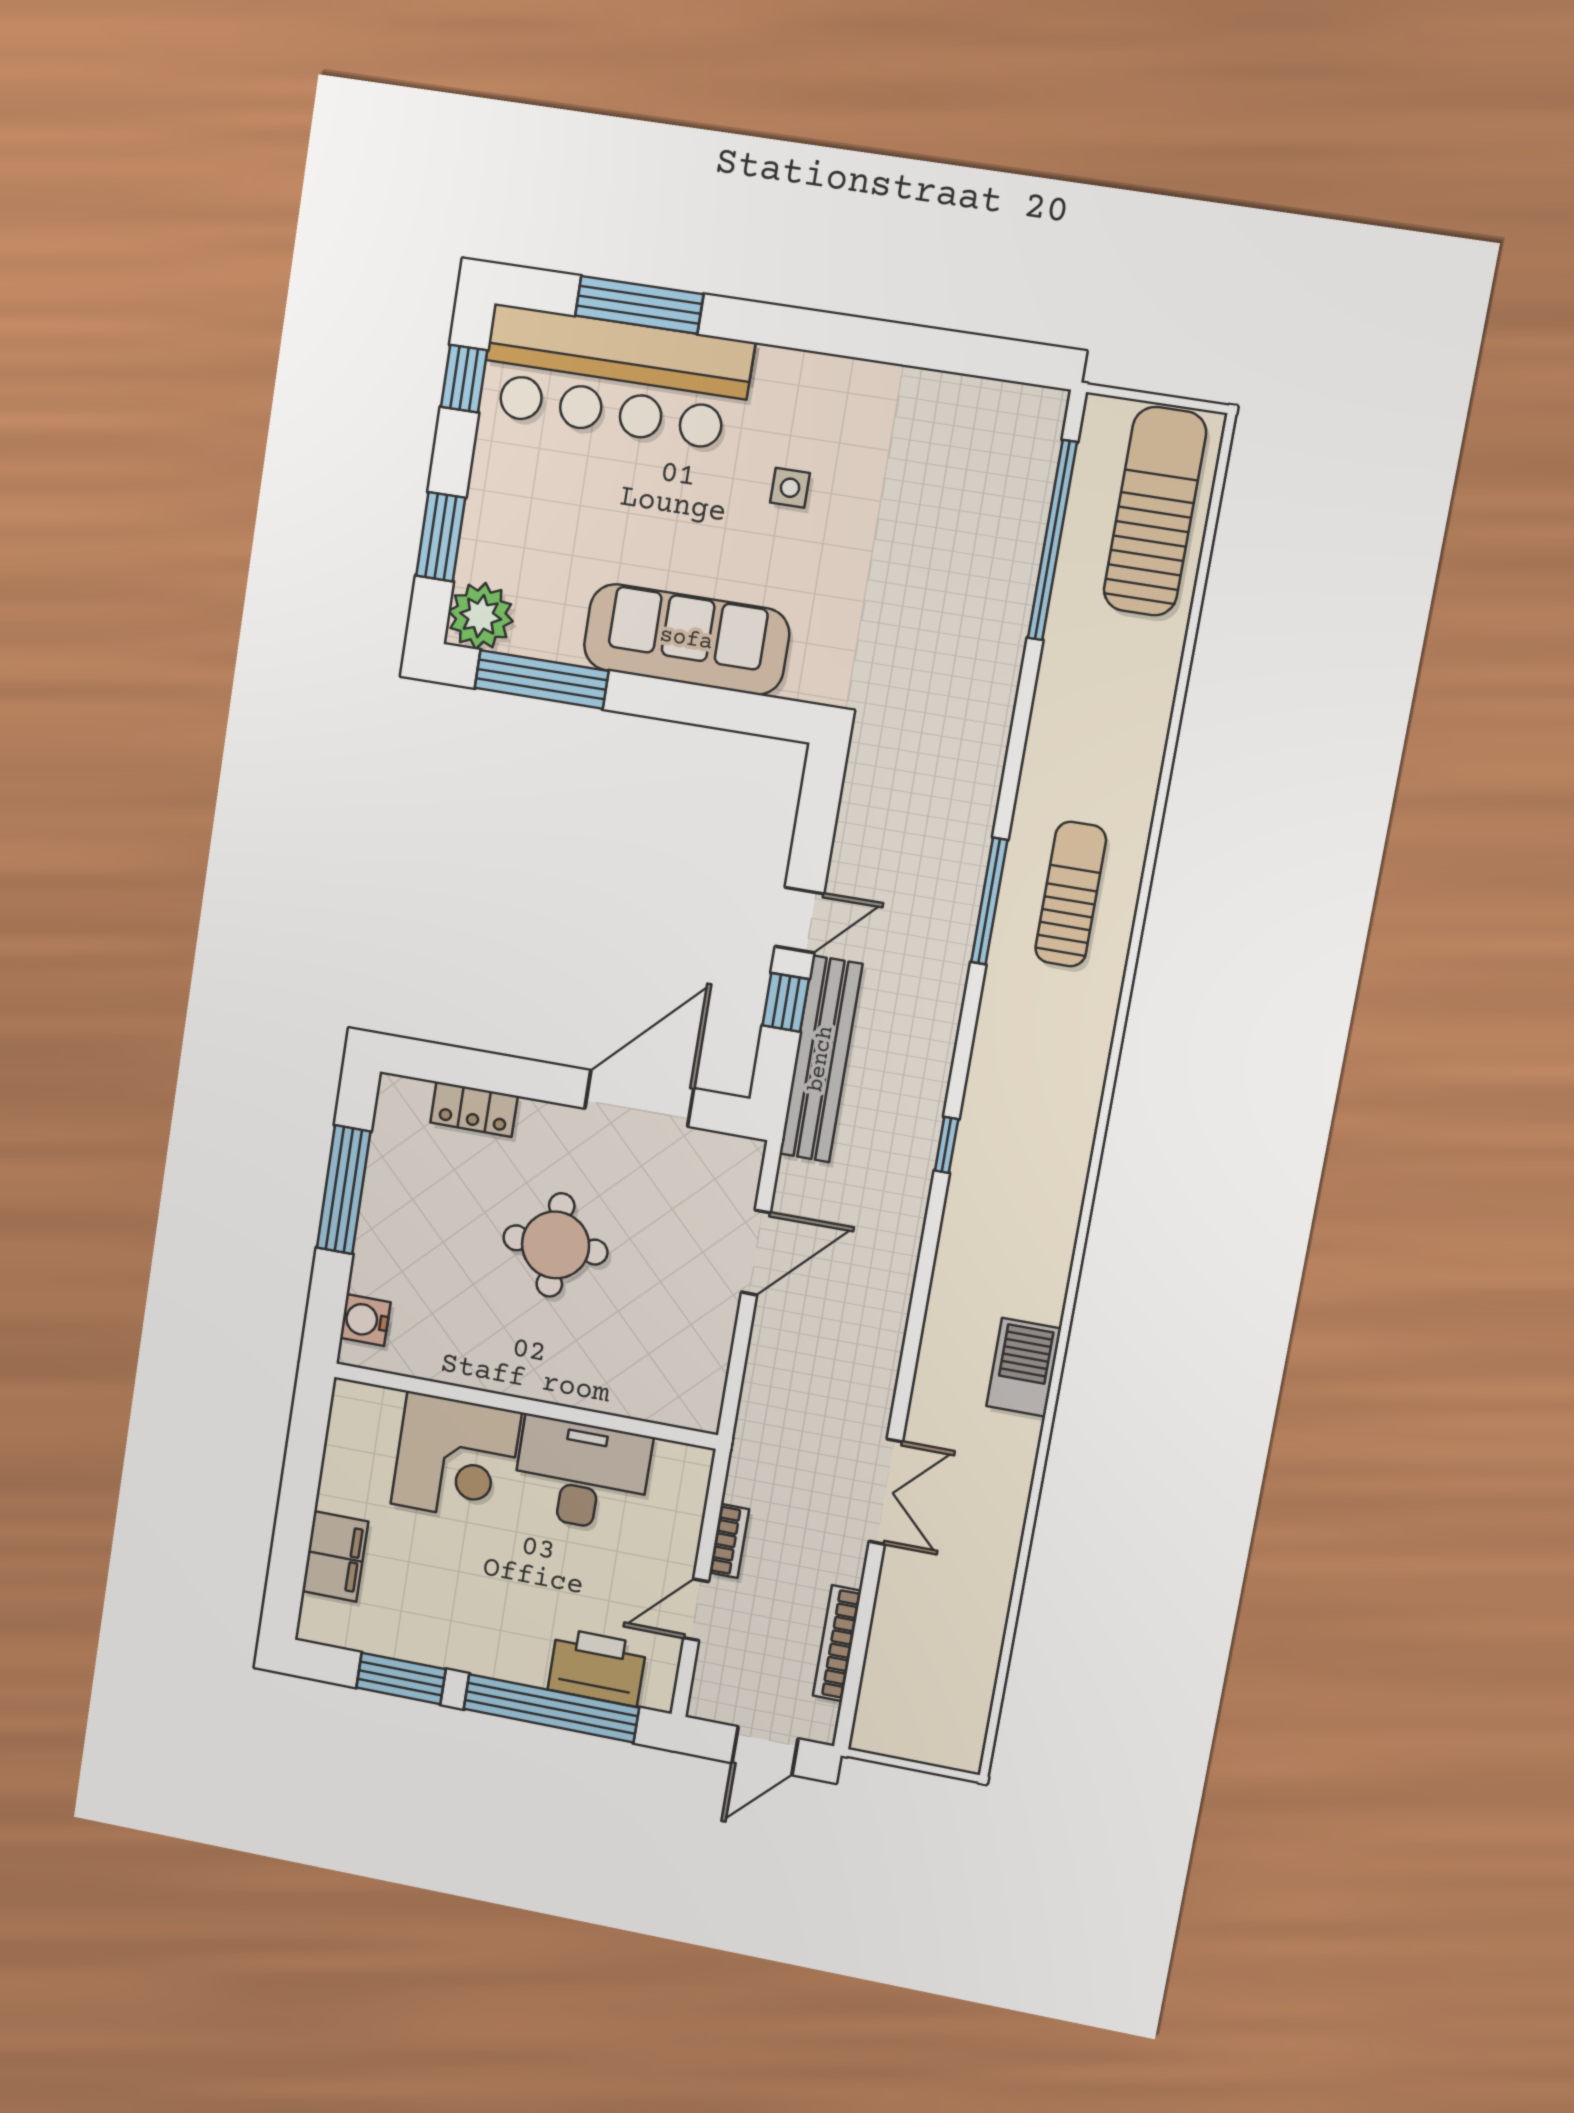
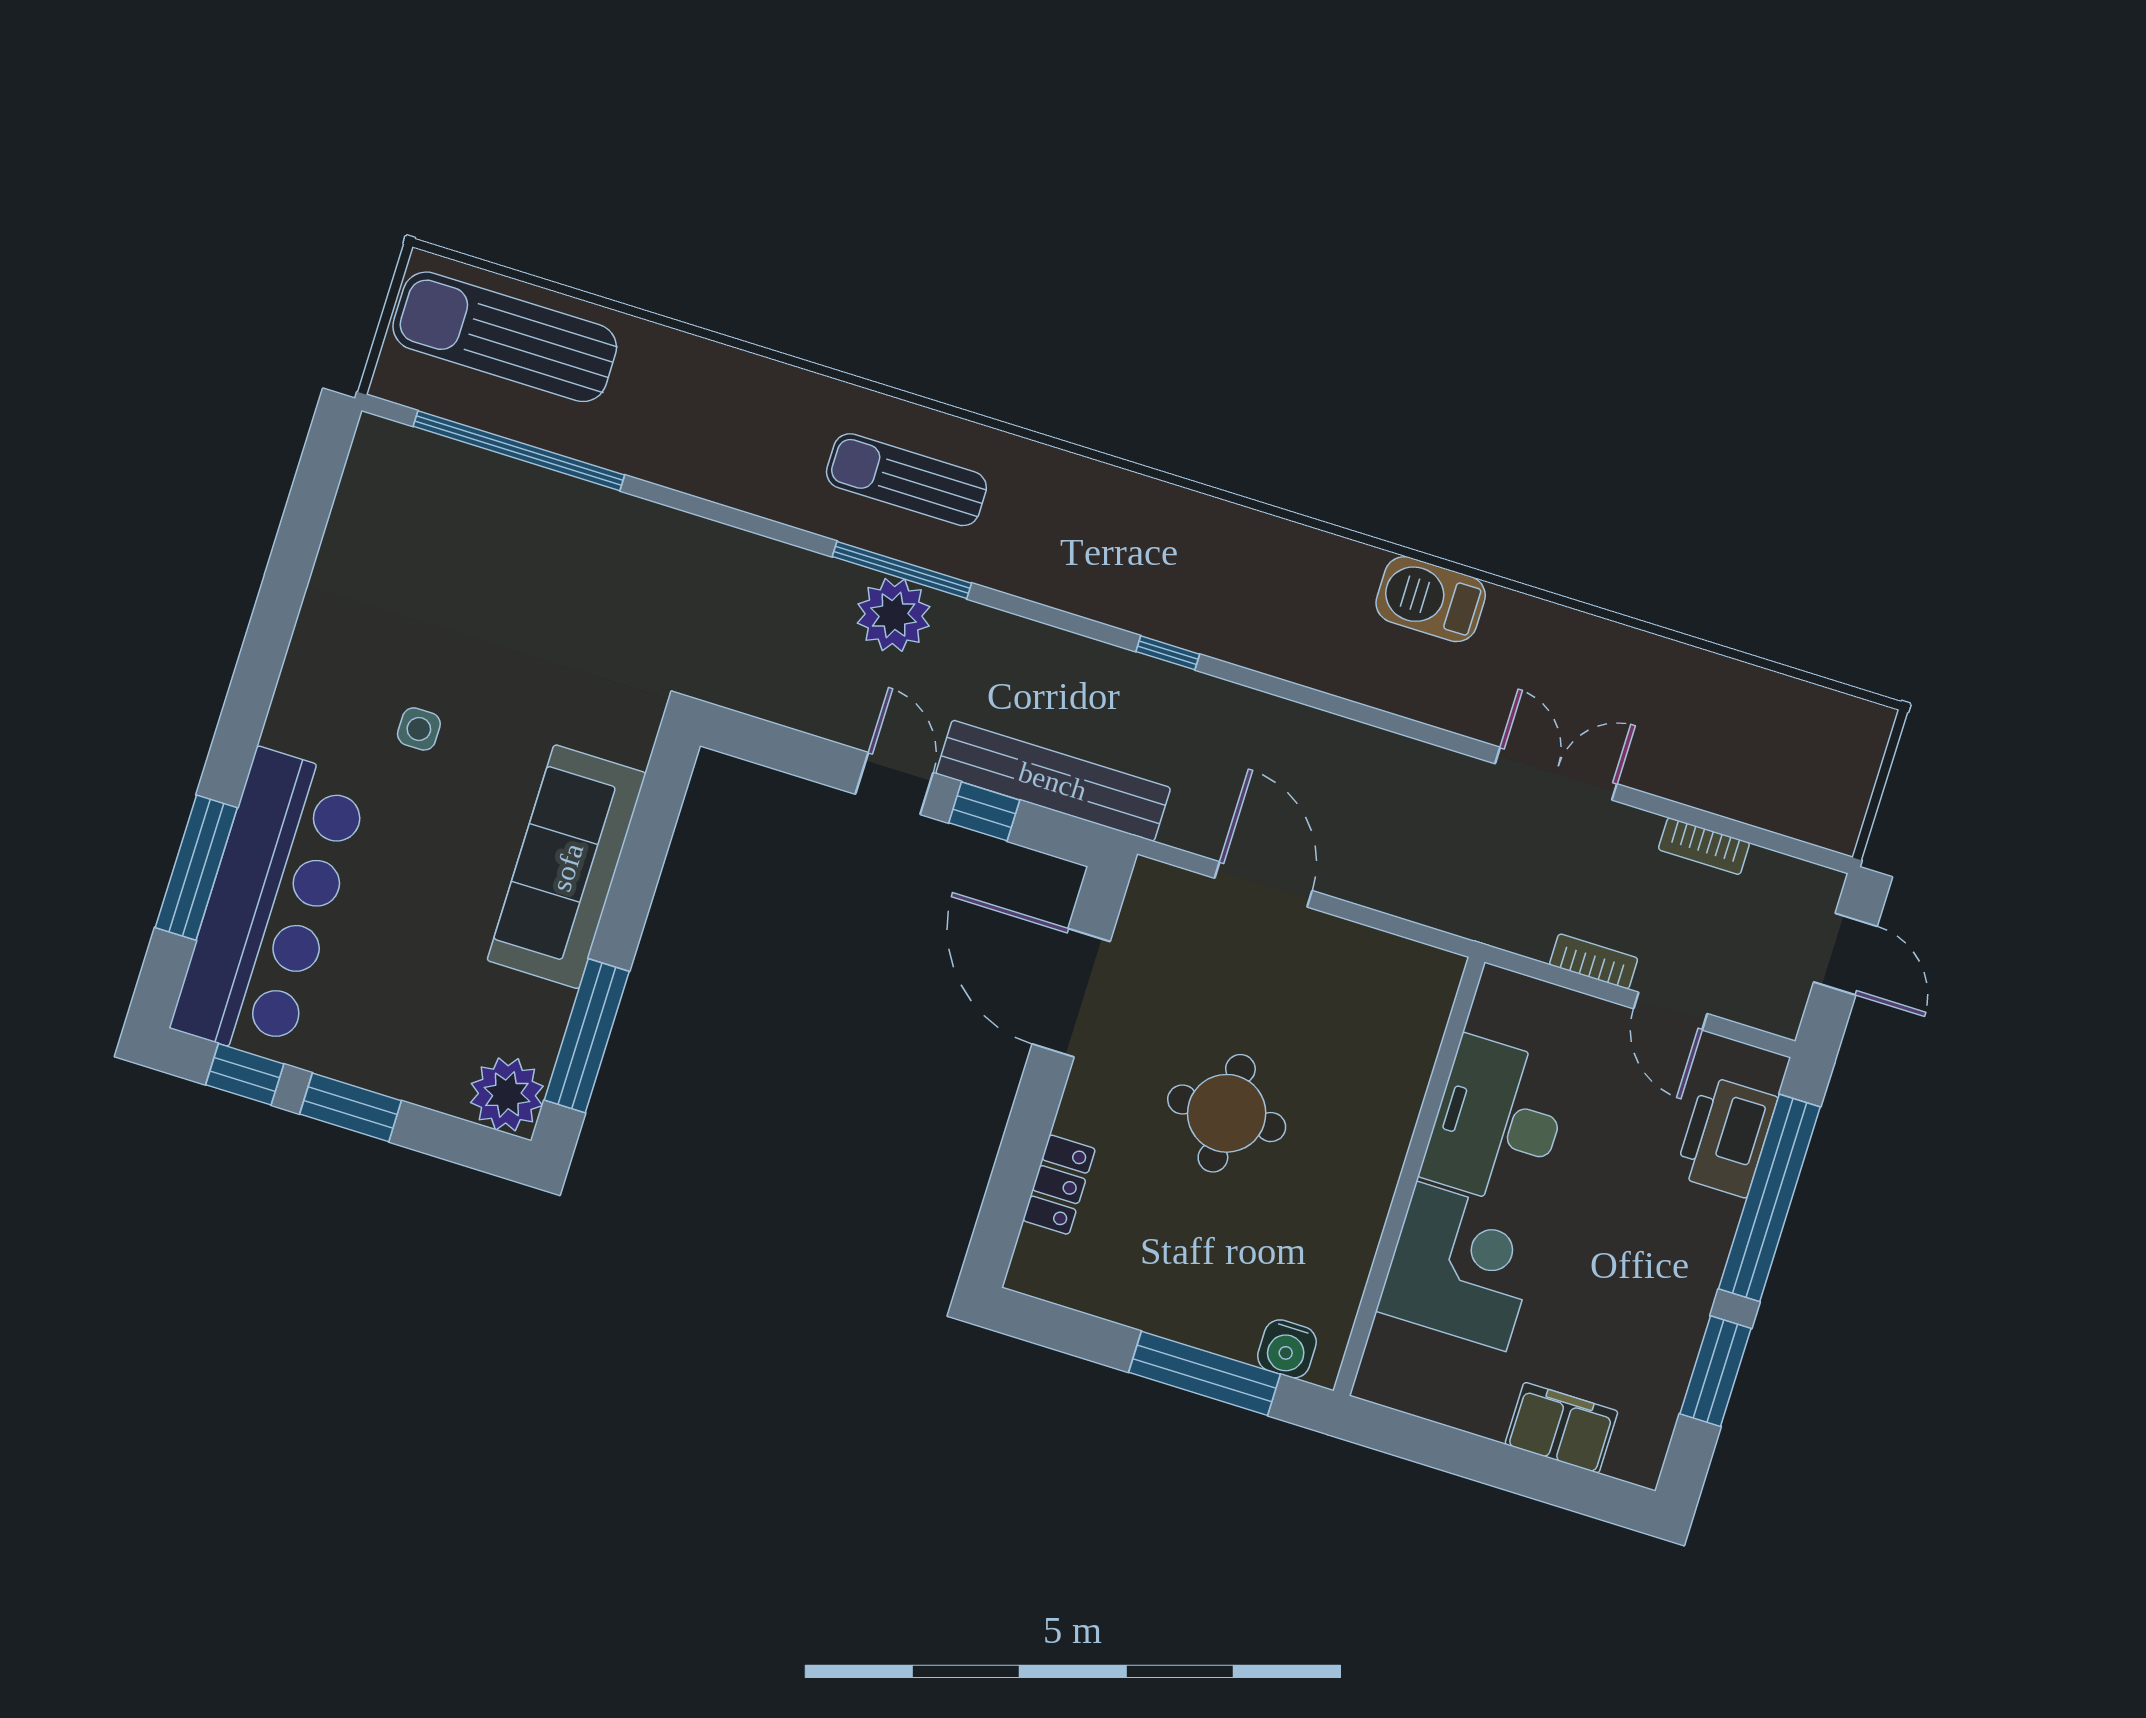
window: (441, 537) -> (351, 1107), moved
plant: (948, 899) -> (894, 615), added
window: (344, 1190) -> (1204, 1373), moved
bookcase: (837, 1643) -> (1704, 846), width x0.64

